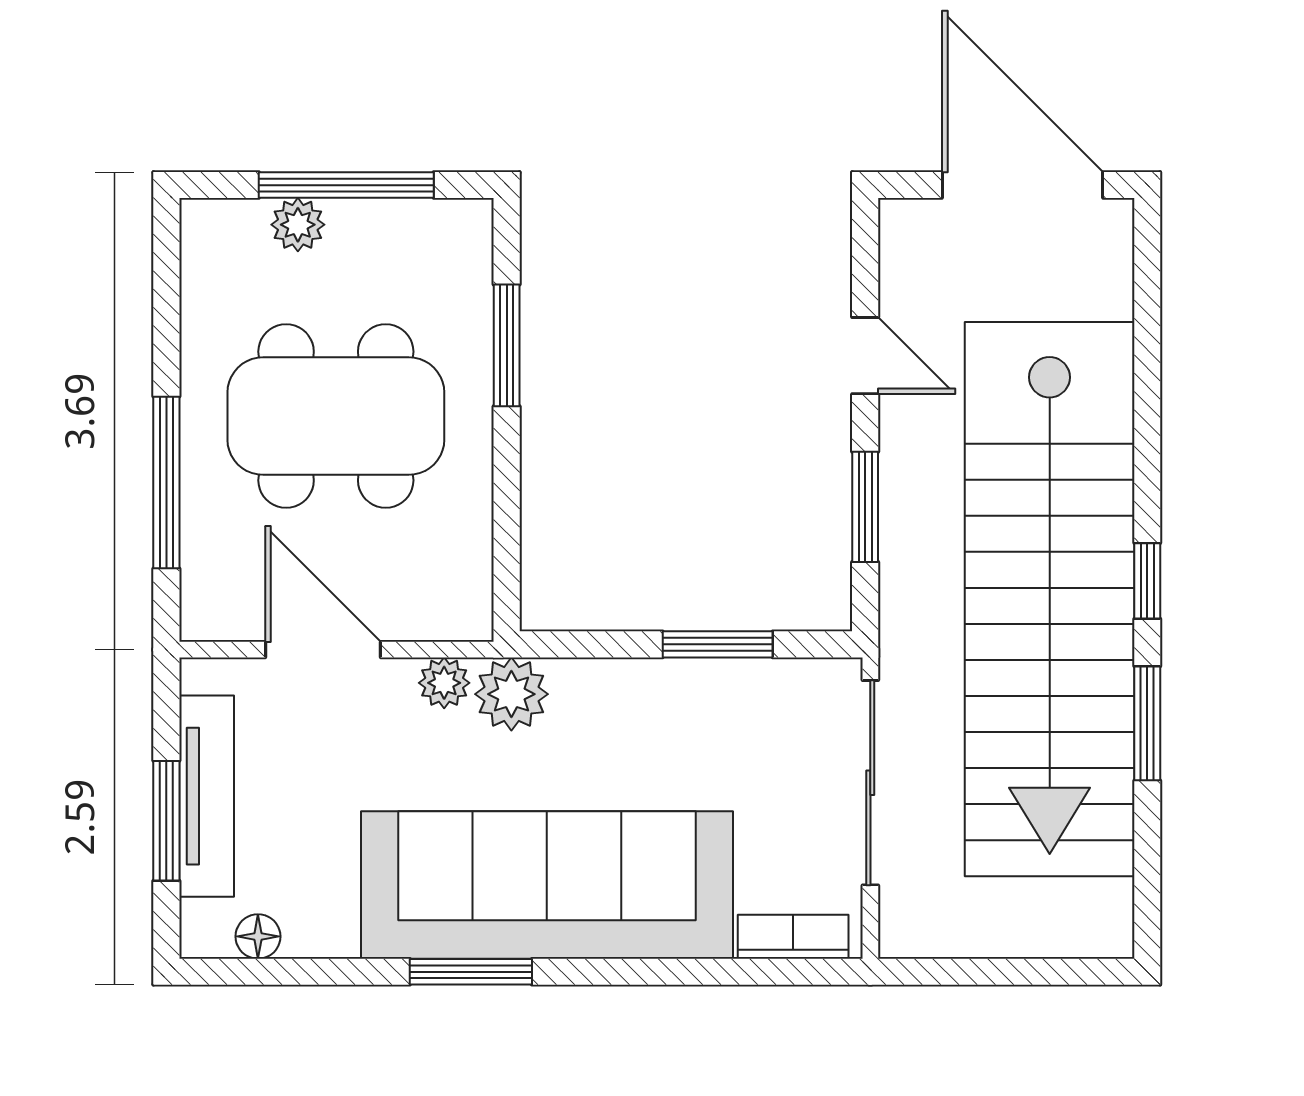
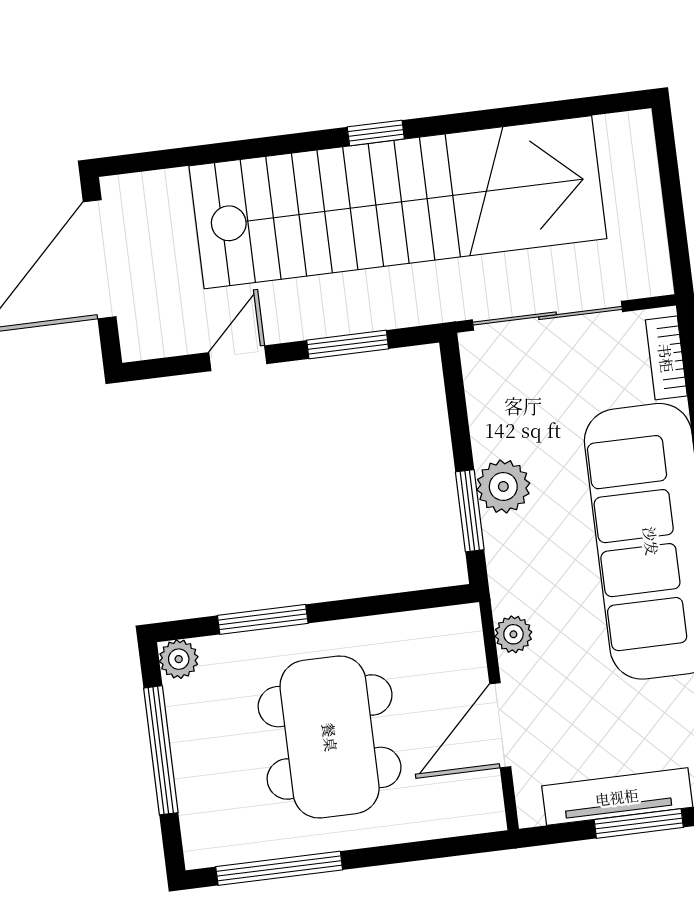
plant: (298, 225) -> (179, 659), moved
window: (166, 482) -> (279, 868), moved
window: (718, 644) -> (470, 511), moved
plant: (511, 694) -> (503, 486), moved
window: (1147, 723) -> (479, 120), removed

